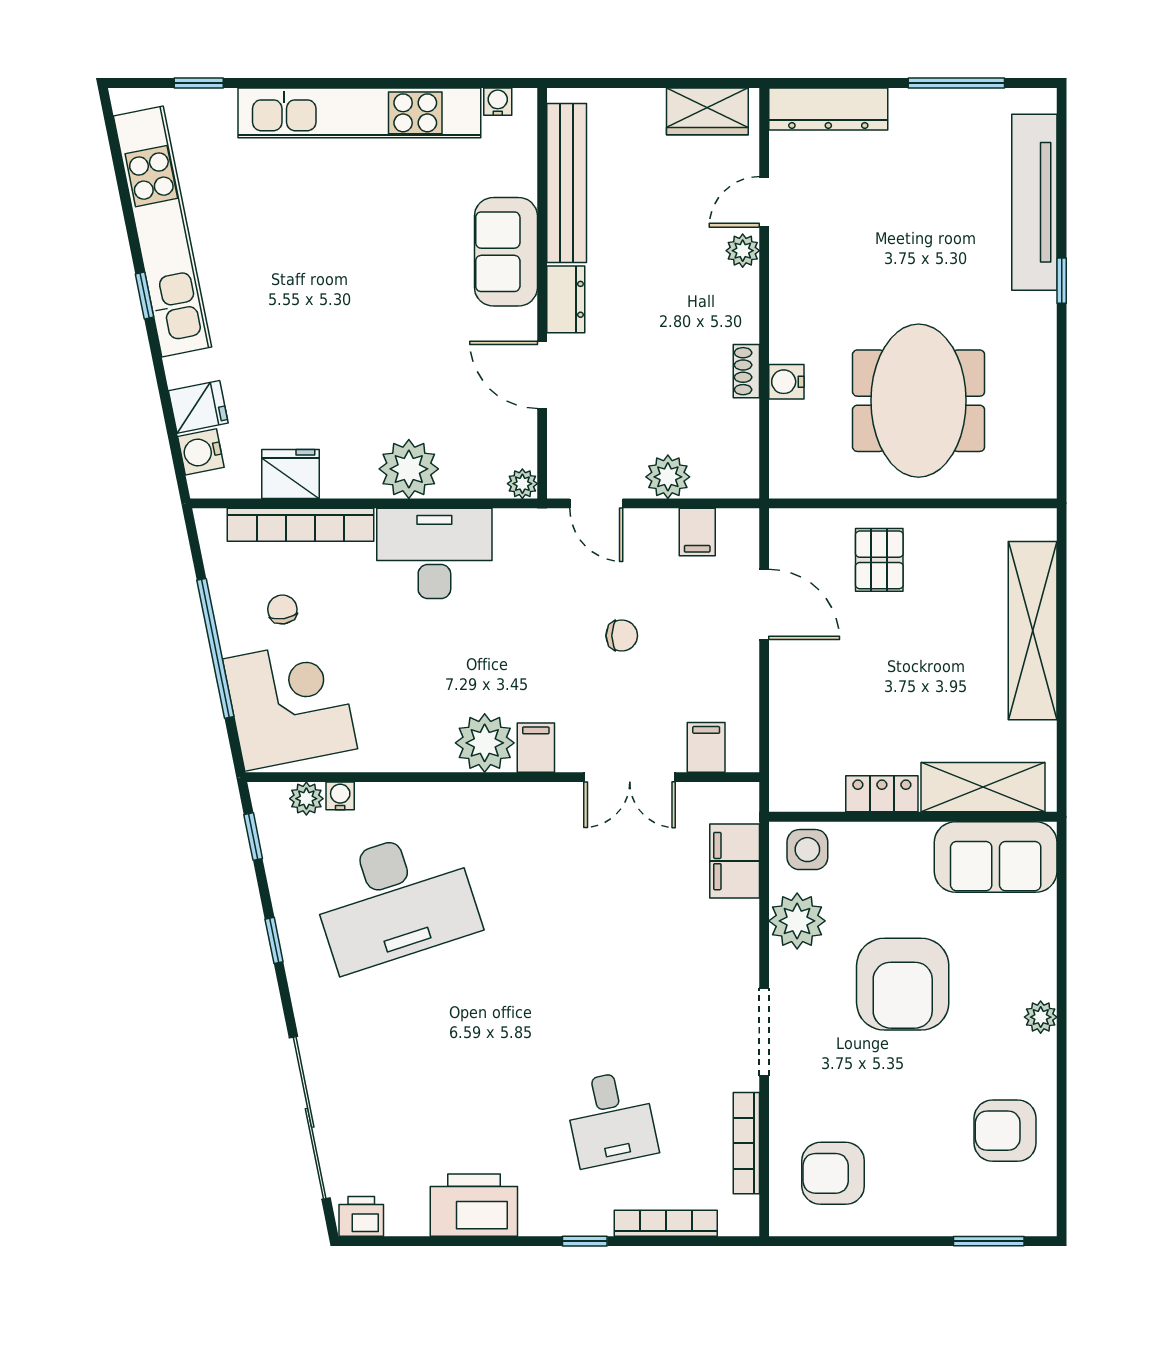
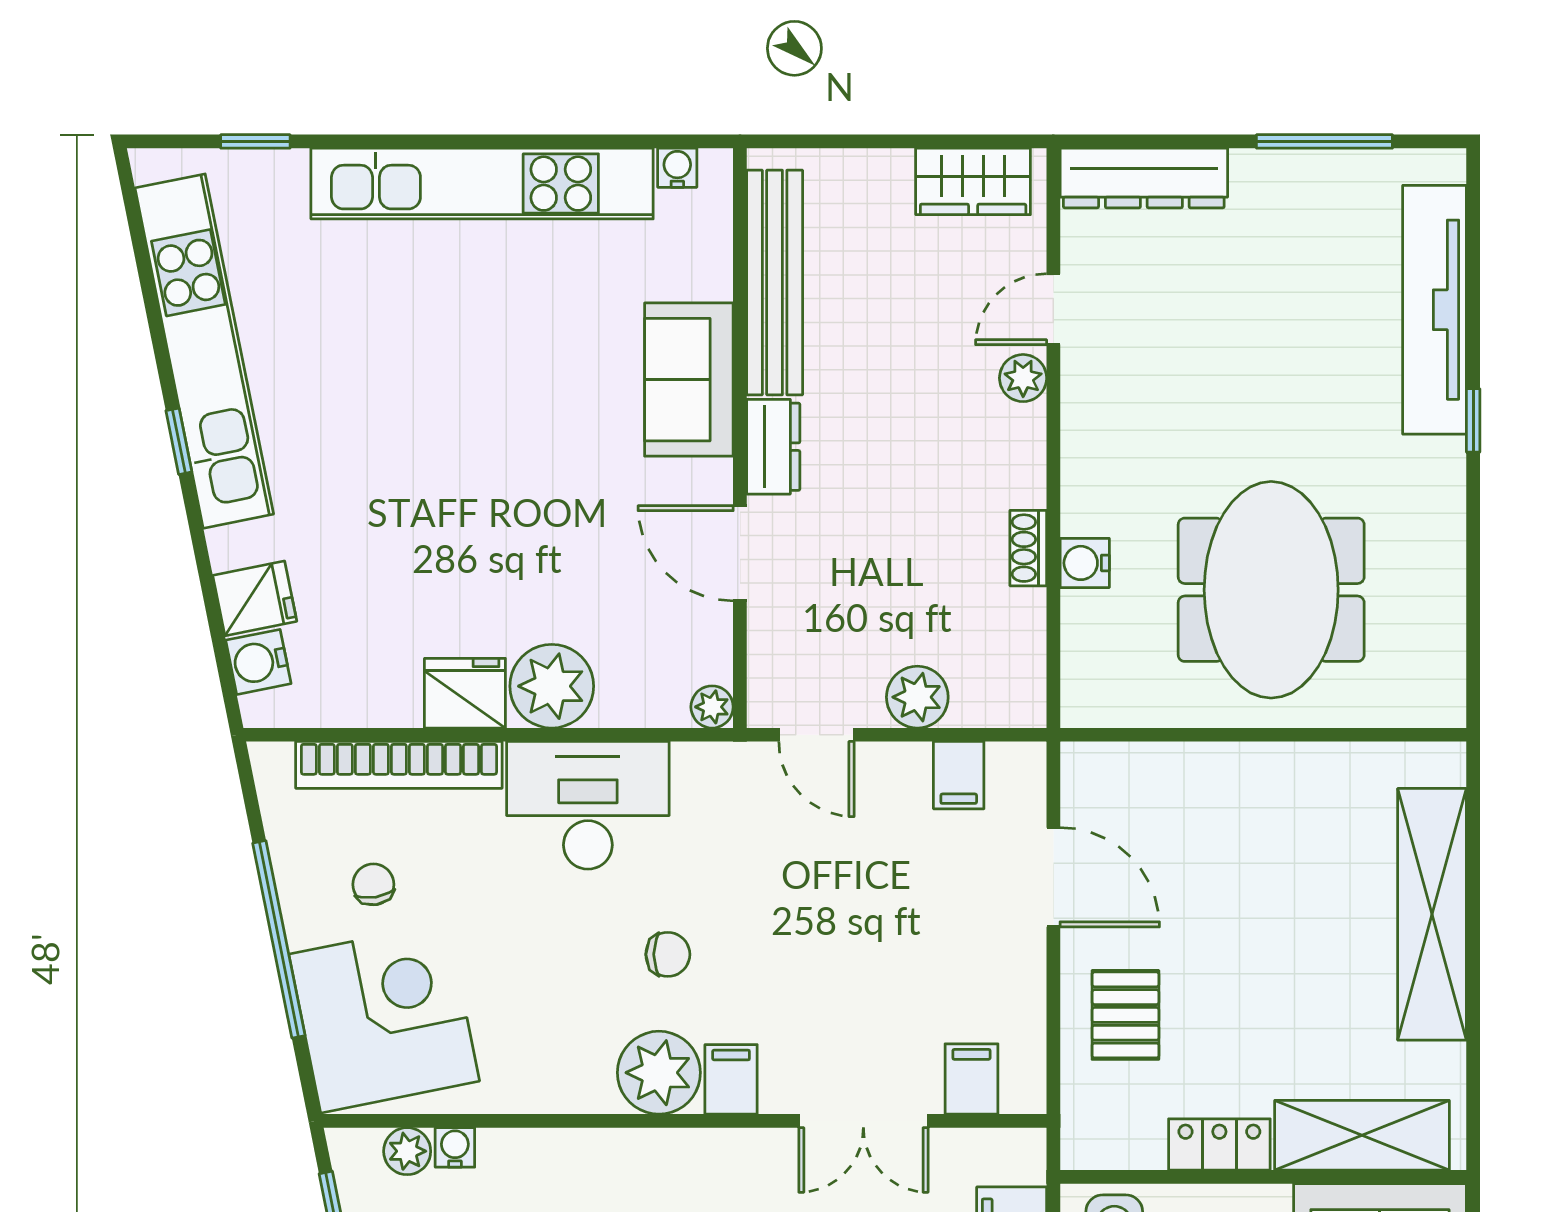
fridge: (290, 474) -> (465, 693), moved
pallet: (879, 560) -> (1125, 1015), moved
chair: (622, 636) -> (668, 954), moved

